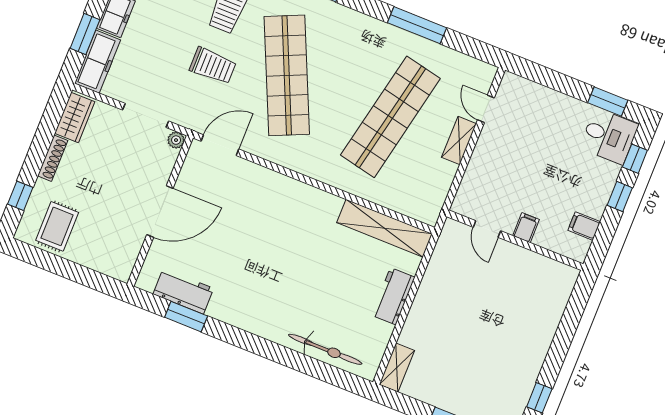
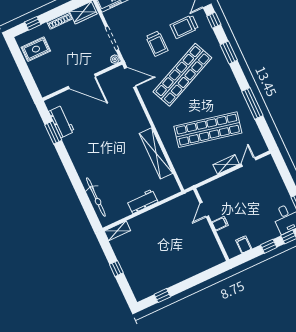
shelving: (385, 228) -> (156, 153), moved

